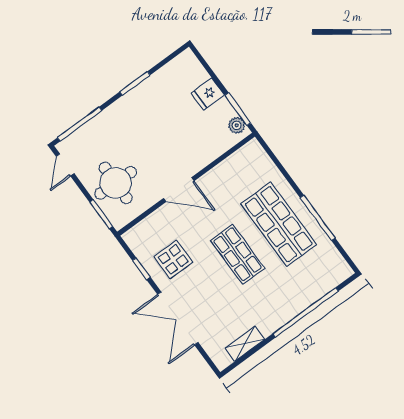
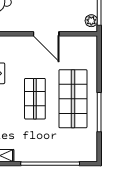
door: (179, 190) -> (46, 34), moved

